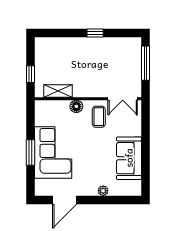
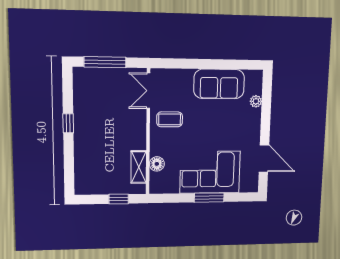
double door: (123, 99) -> (148, 91), swing flipped
floor lamp: (76, 106) -> (157, 164), moved
plant: (103, 191) -> (256, 101), moved

